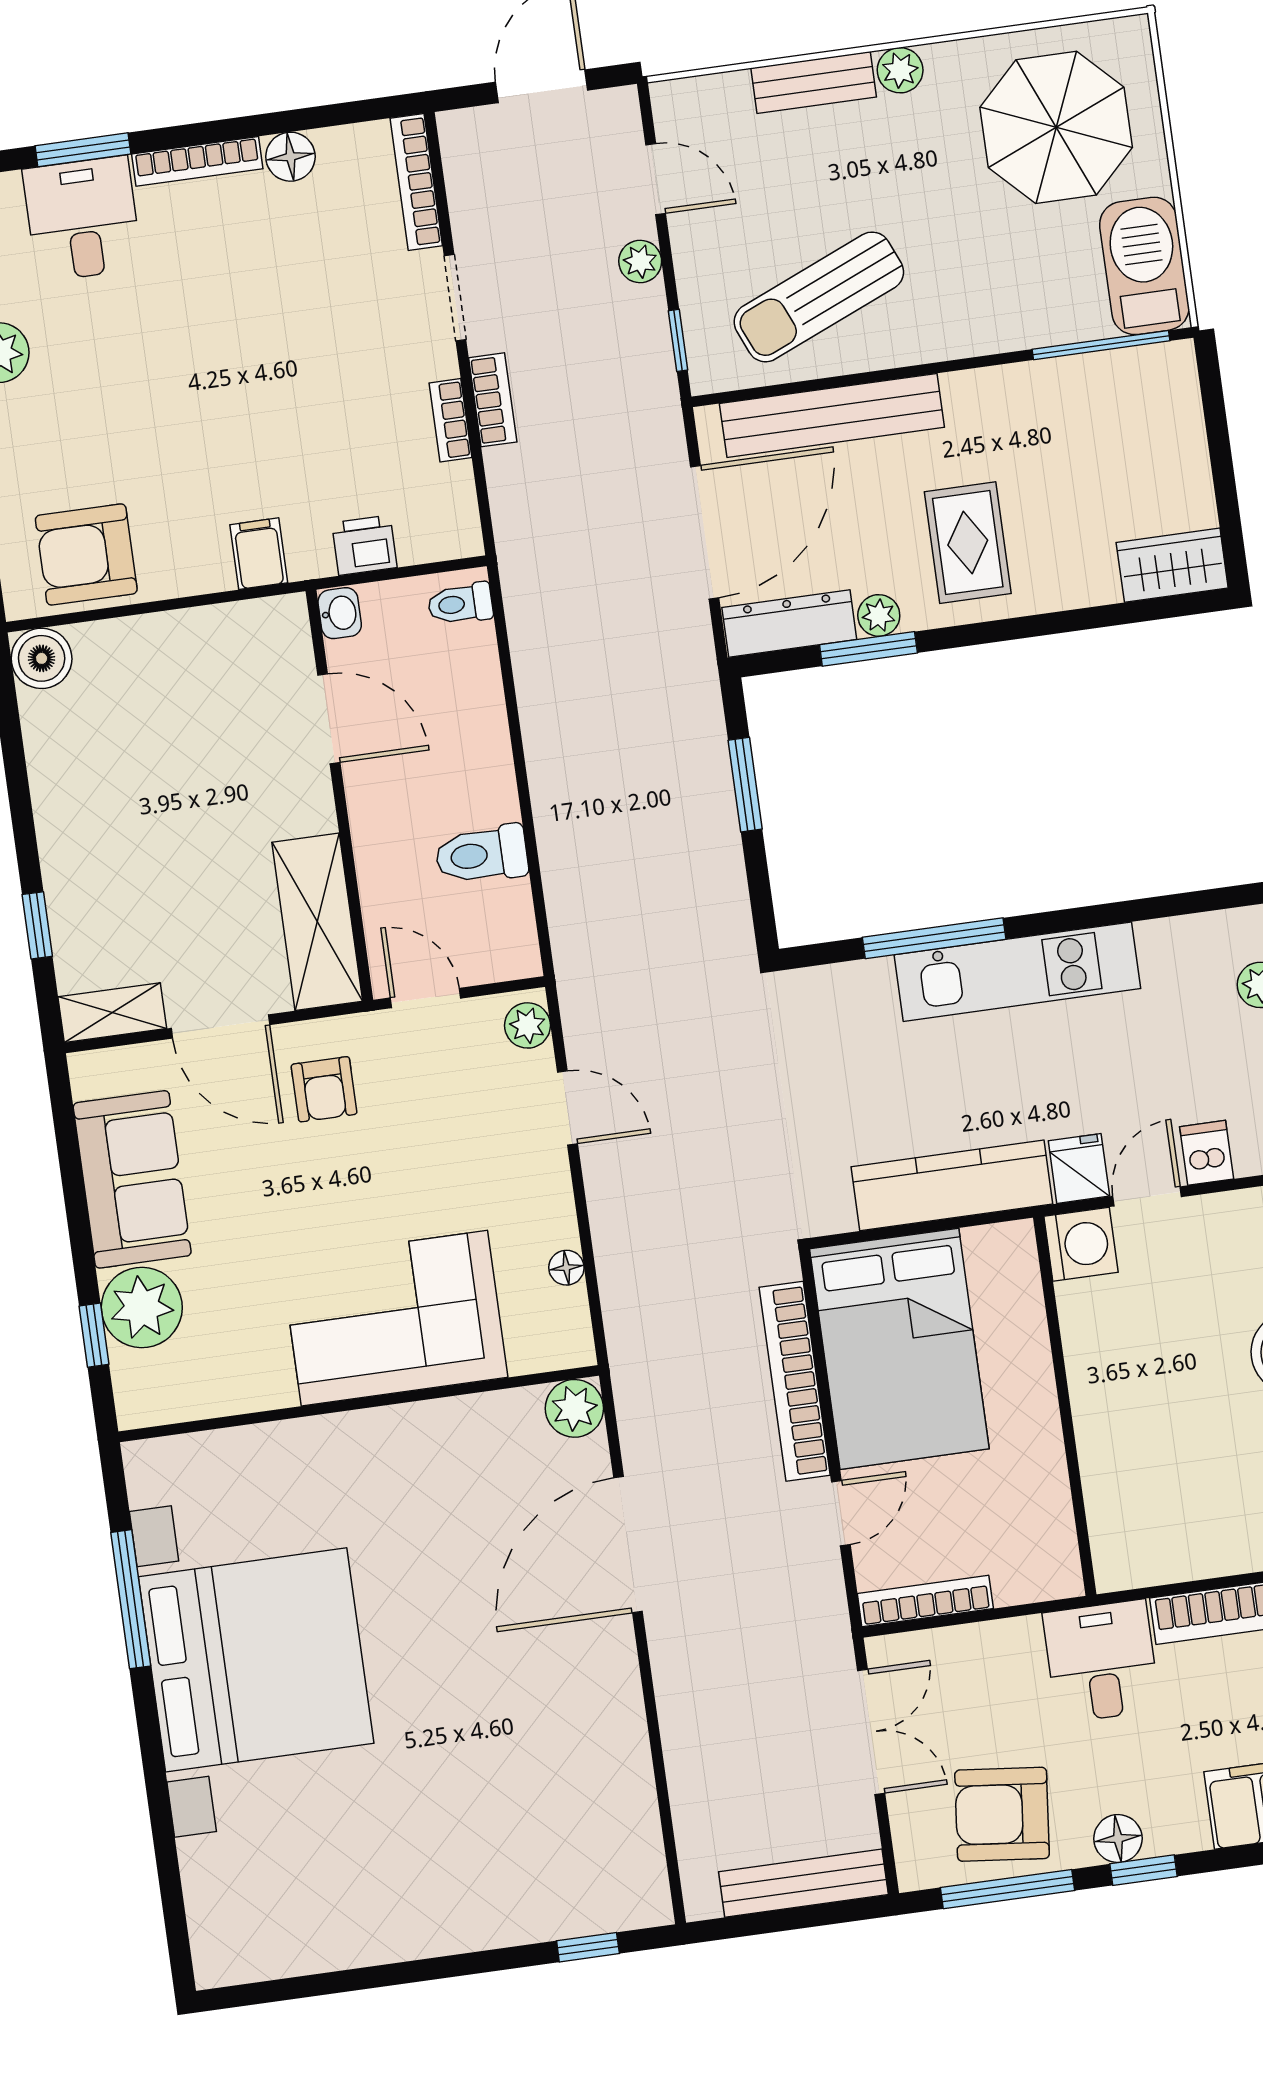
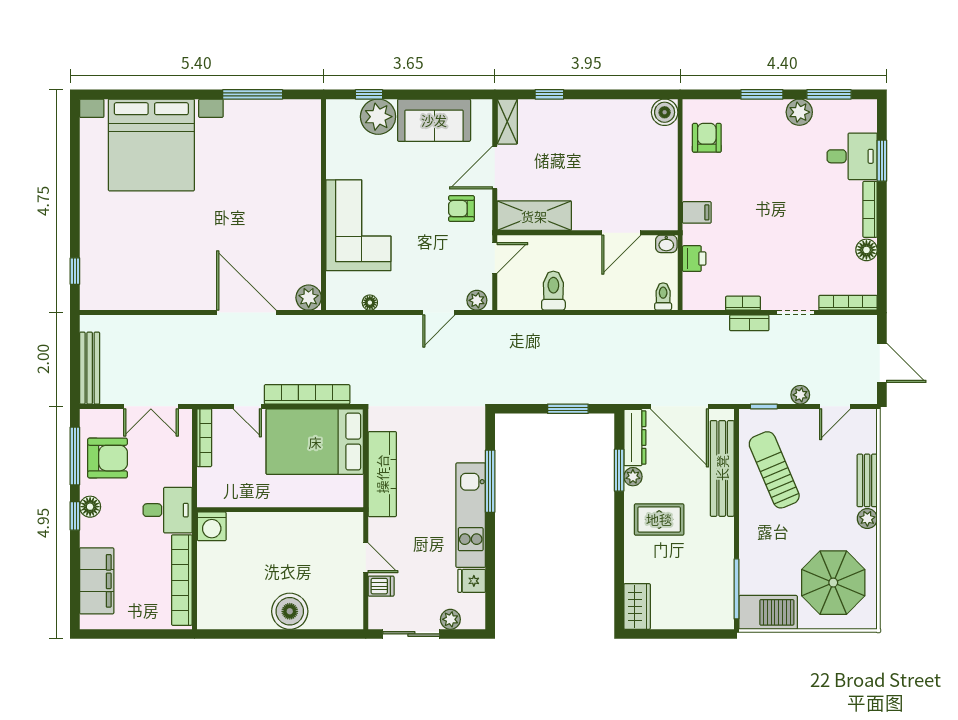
armchair: (86, 554) -> (707, 138), width x0.72, depth x0.72
fridge: (1079, 1168) -> (472, 581), moved, turned 180
washing machine: (1081, 1244) -> (212, 526), moved
bed with nightstands: (256, 1660) -> (151, 145), moved
armchair: (1002, 1814) -> (107, 458), turned 84

